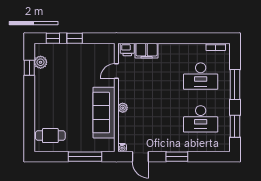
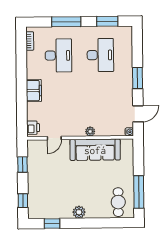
window: (75, 38) -> (23, 165), moved
filing cabinet: (147, 51) -> (34, 91), moved
plant: (41, 62) -> (79, 212), moved
door: (116, 71) -> (54, 138), hinge flipped
window: (85, 157) -> (139, 192), moved

